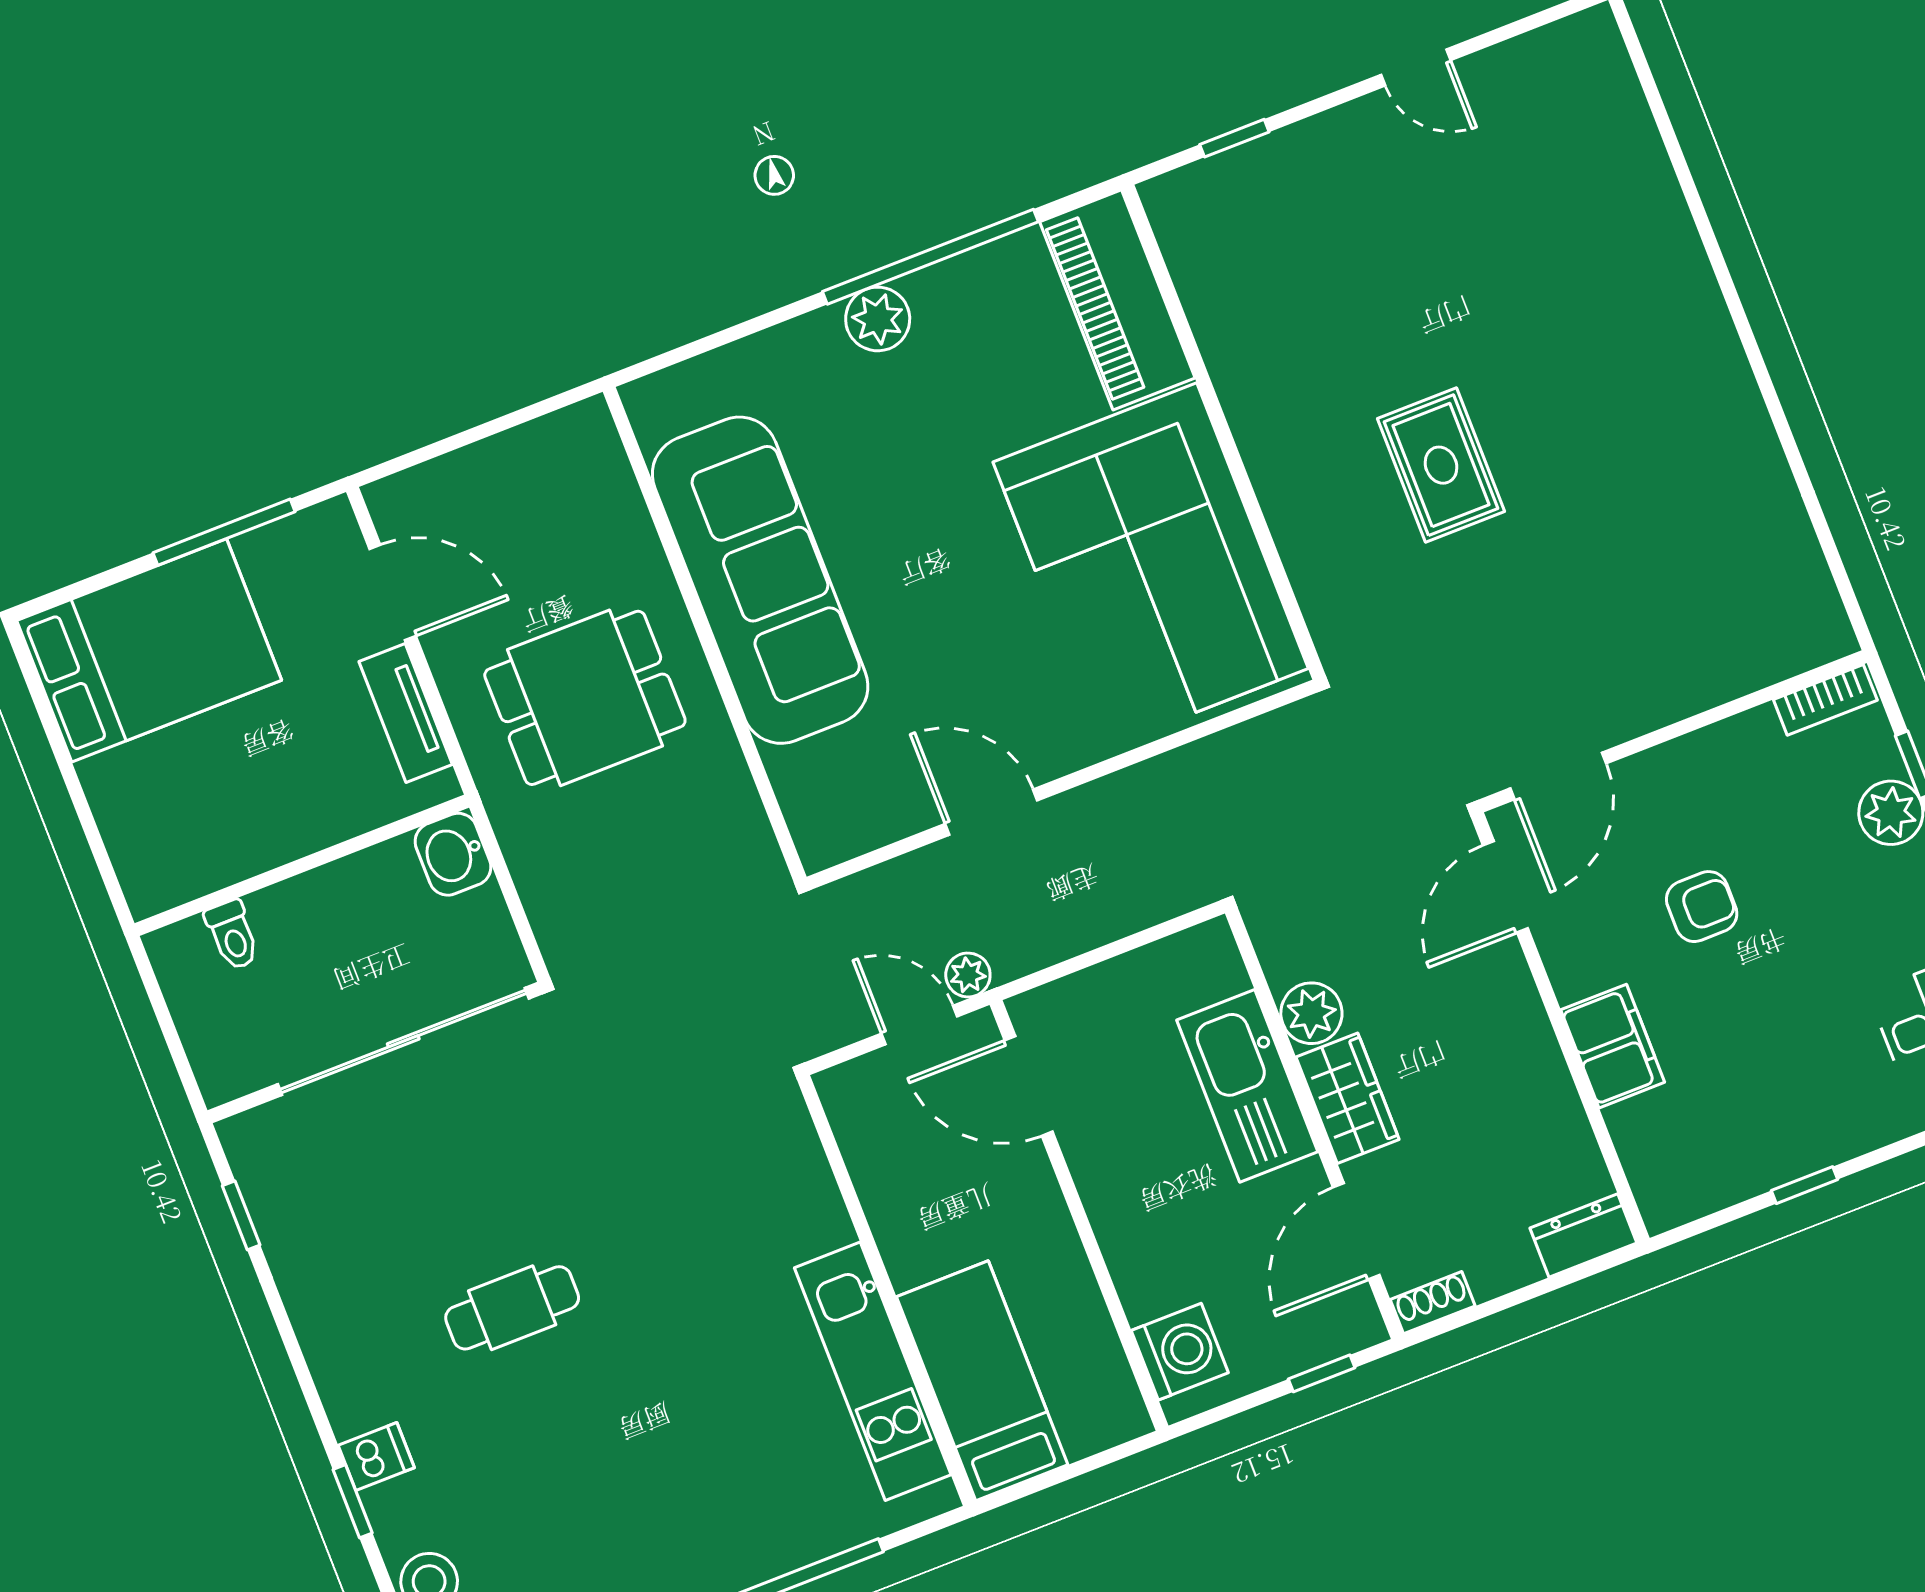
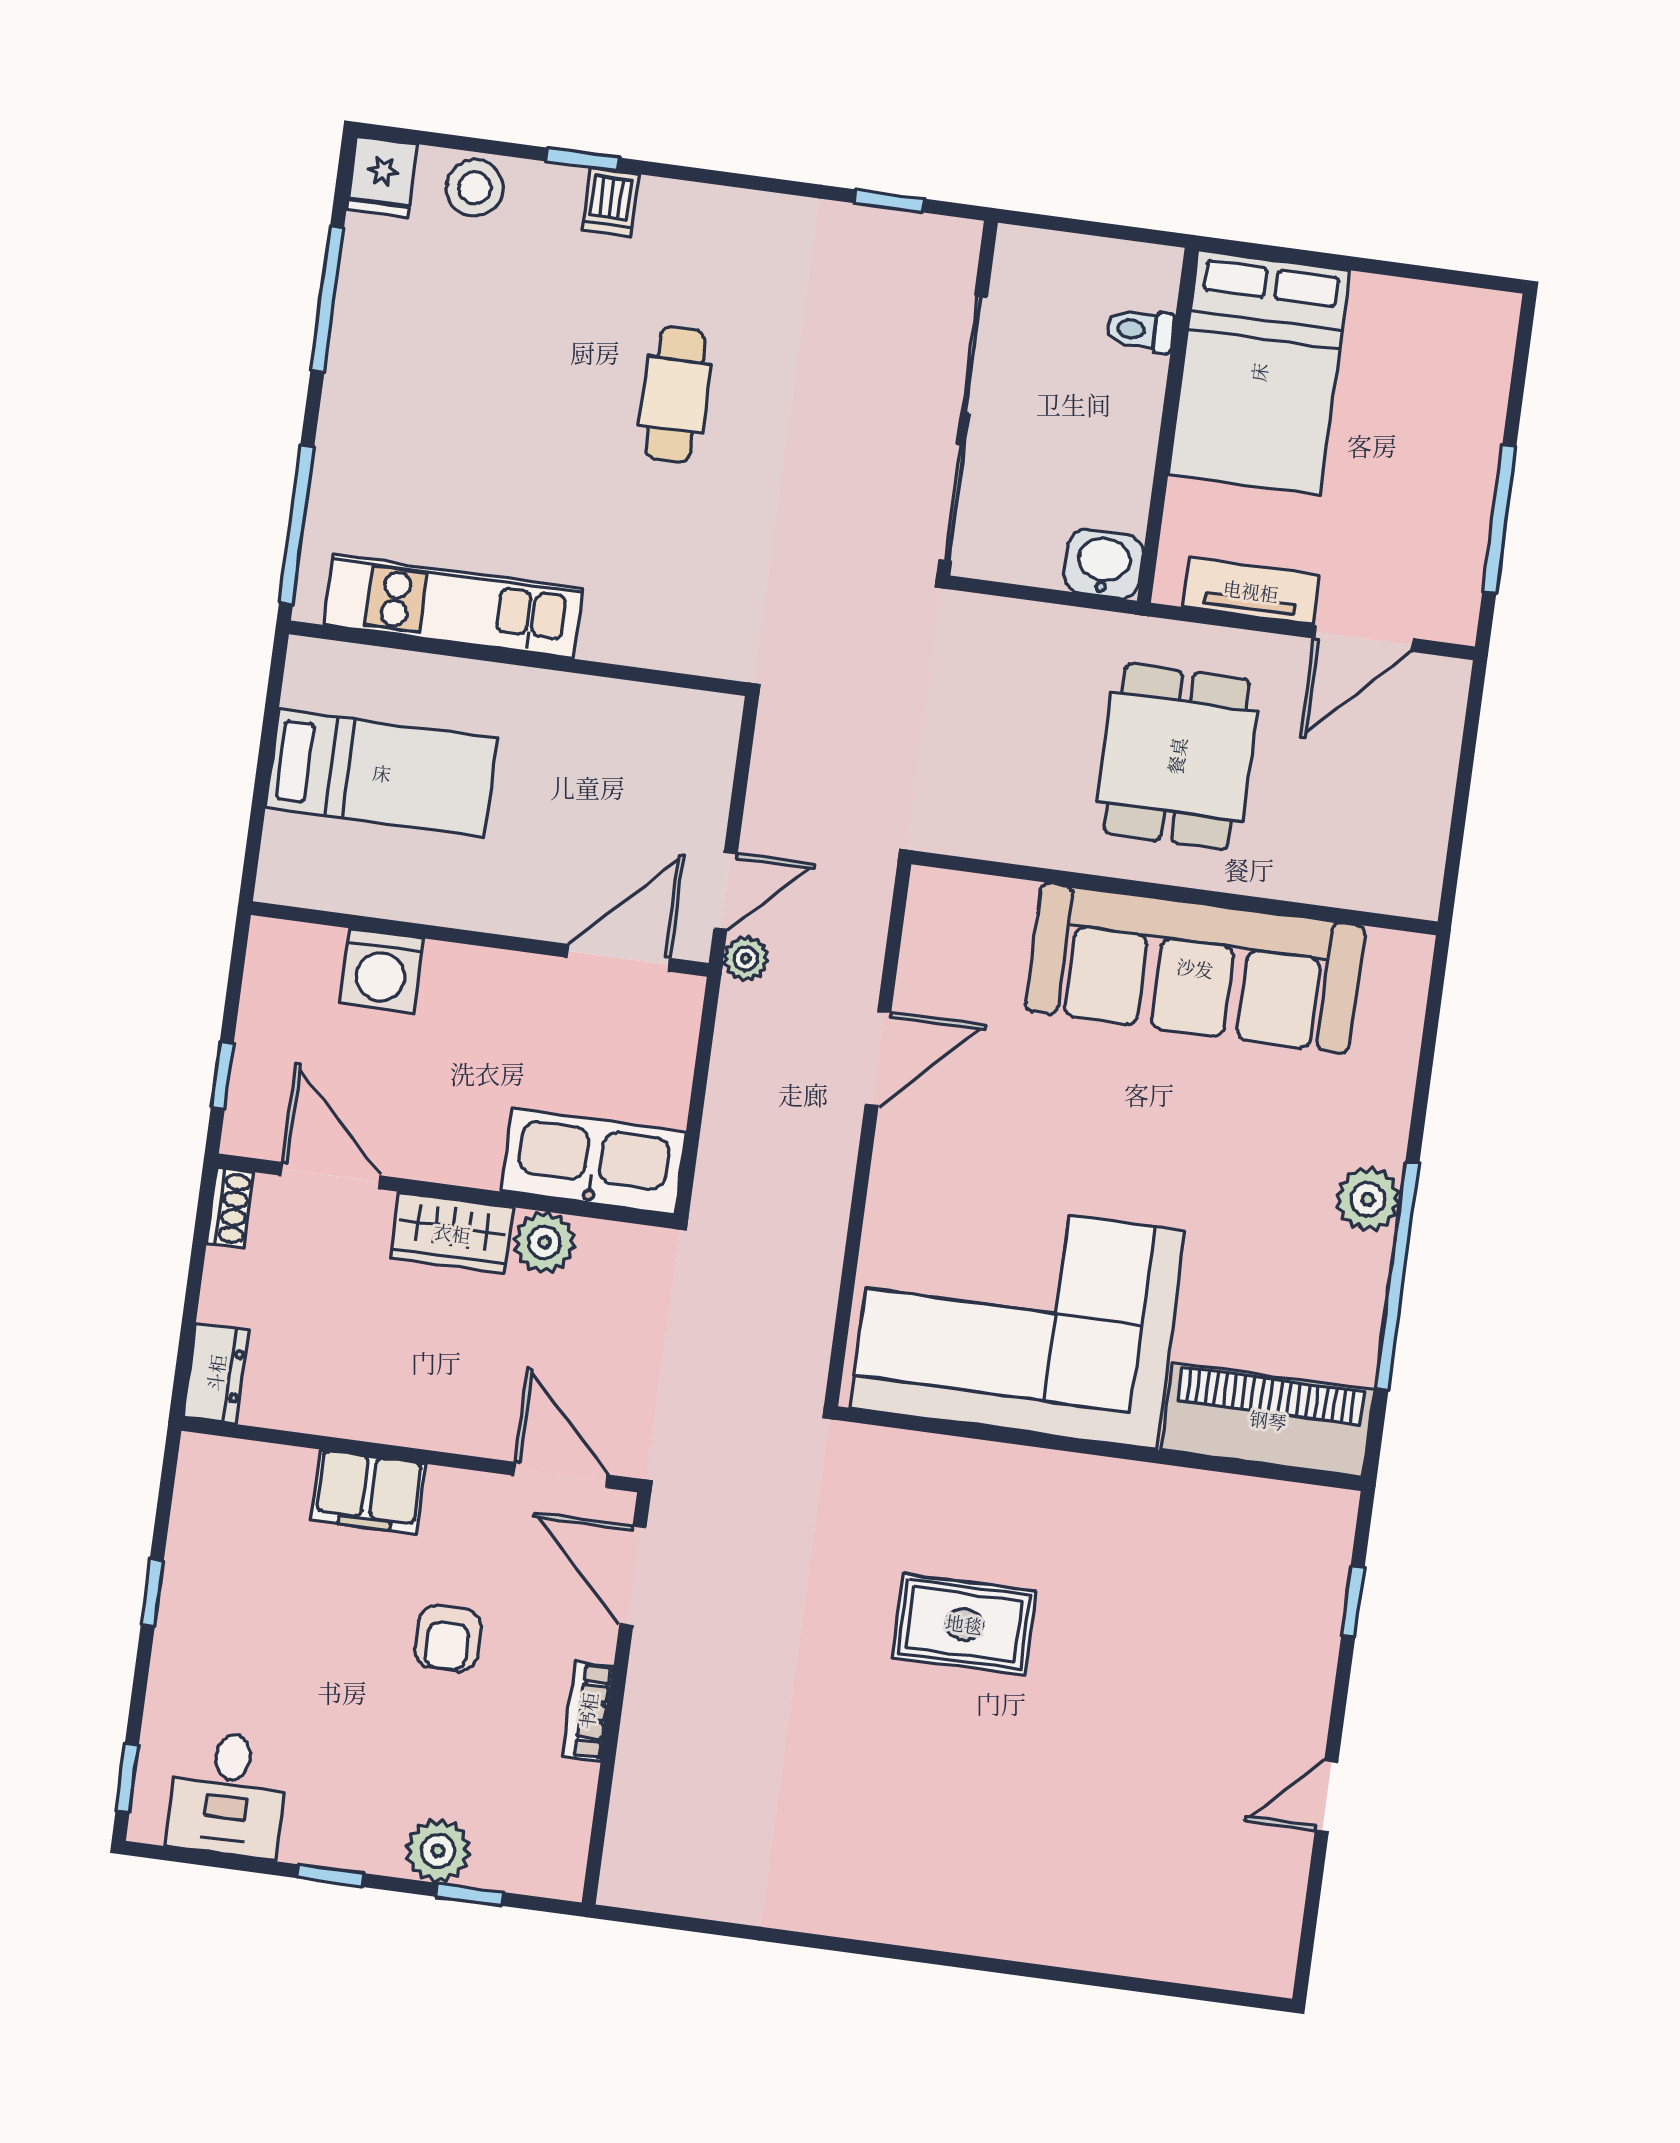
bed: (149, 650) -> (1259, 372), moved
bookcase: (1825, 700) -> (588, 1711), moved
kitchen sink: (1247, 1086) -> (593, 1161), moved
wall: (886, 1290) -> (518, 658), moved
washing machine: (1180, 1352) -> (382, 971), moved
kitchen unit: (873, 1371) -> (453, 607), moved

